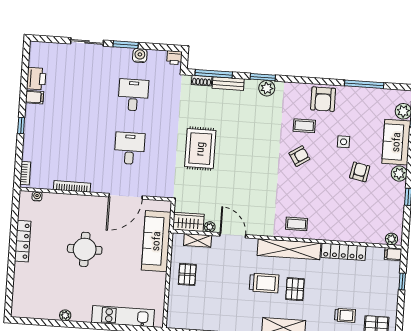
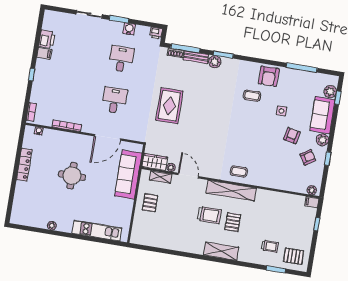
plant: (267, 88) -> (215, 62), moved
armchair: (299, 156) -> (308, 157), moved
locker: (344, 252) -> (273, 197), removed

